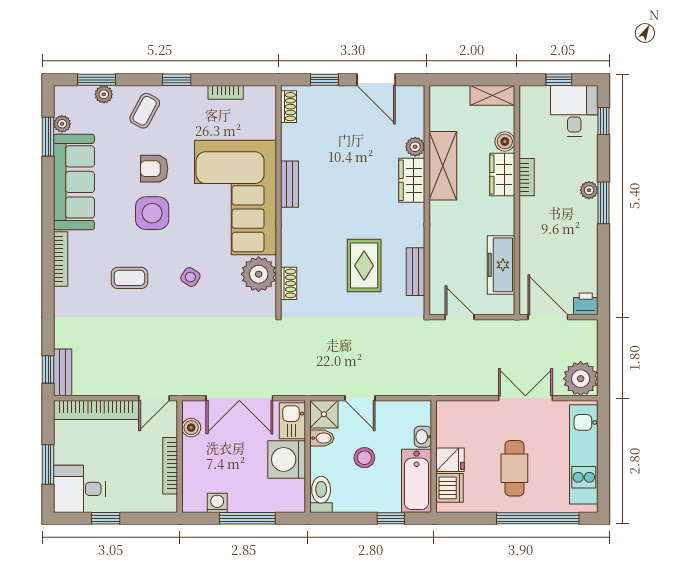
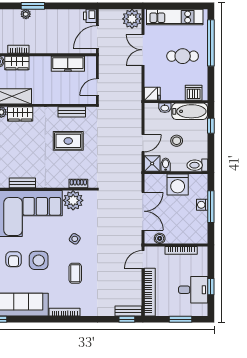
door: (154, 398) -> (143, 259), swing flipped
kitchen sink: (292, 421) -> (156, 181), removed
fridge: (450, 460) -> (152, 94), moved, turned 90
desk: (79, 489) -> (193, 290), moved, turned -90
washing machine: (217, 503) -> (202, 205), moved

